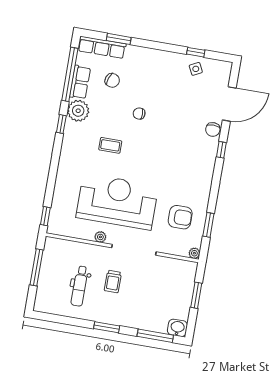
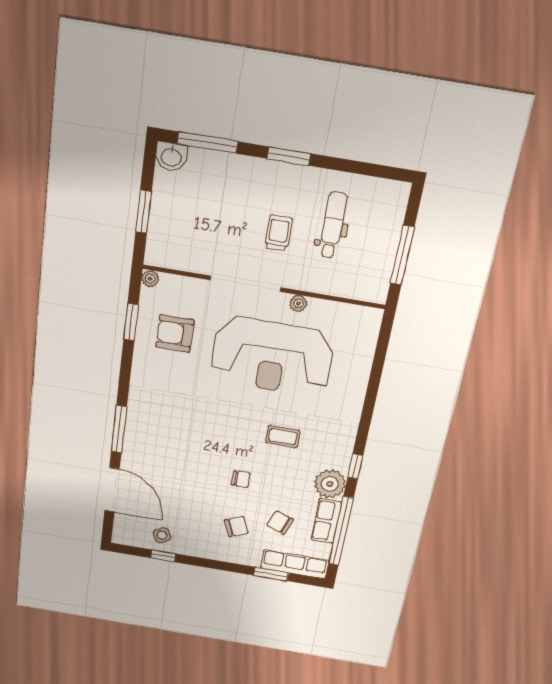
door: (229, 104) -> (112, 490), swing flipped
chair: (213, 130) -> (236, 527), moved, turned 67
window: (221, 150) -> (119, 429), width x2.17
window: (45, 216) -> (384, 335), removed

